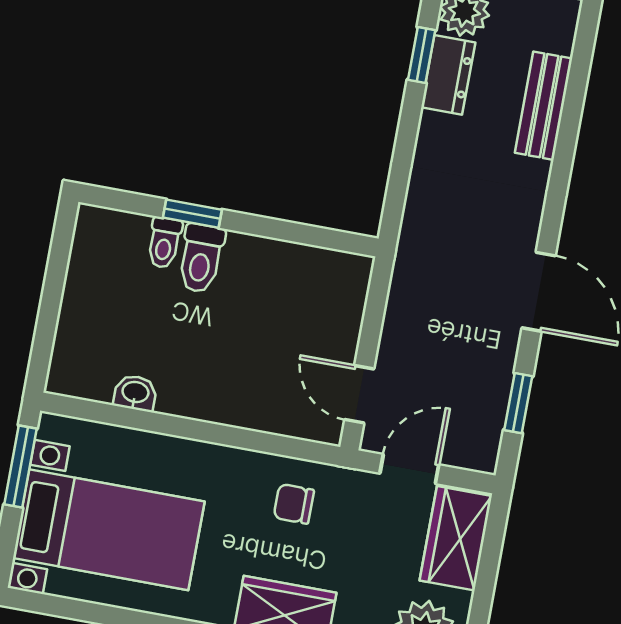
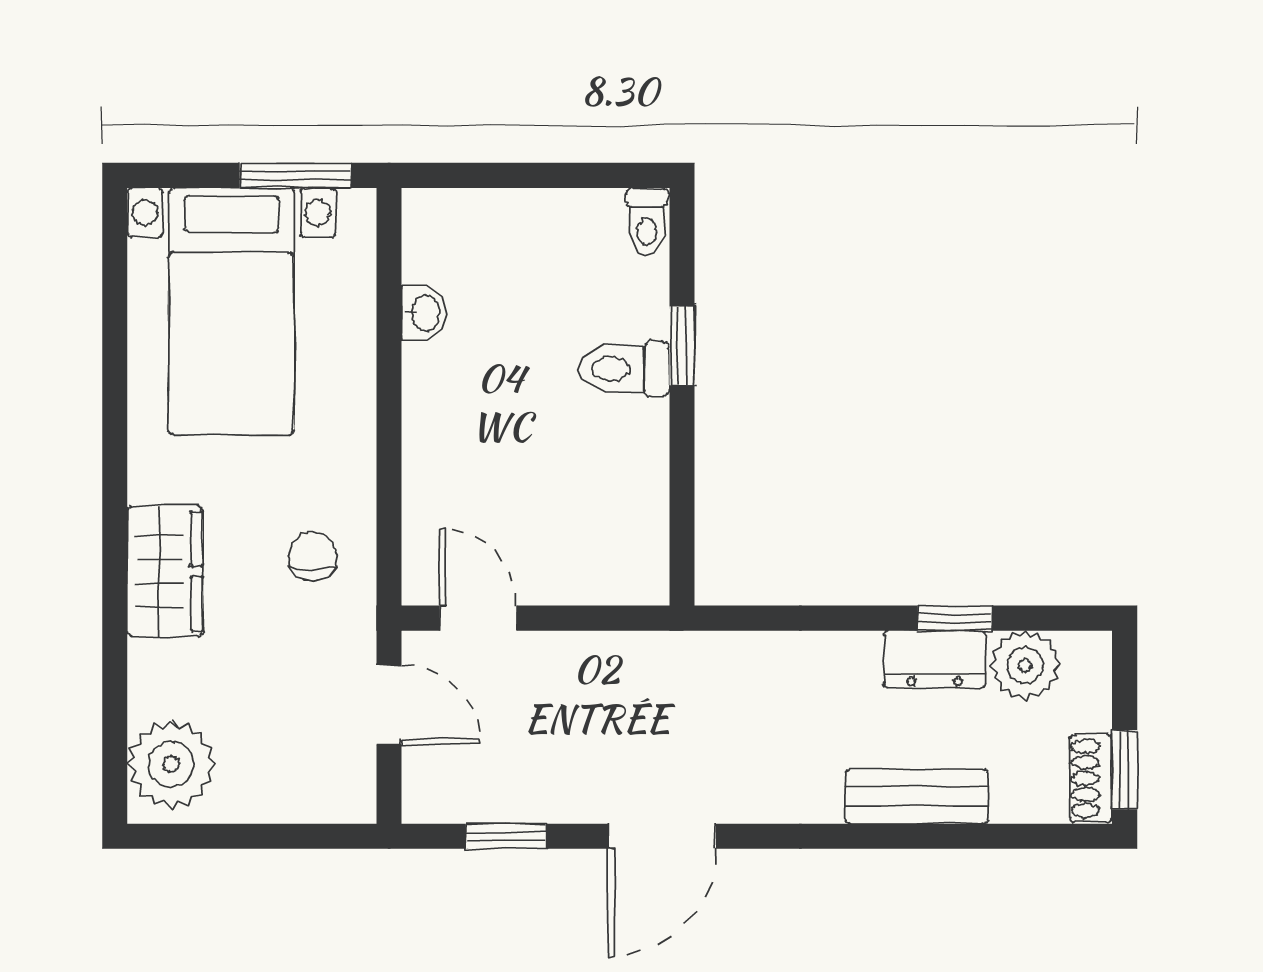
toilet: (164, 243) -> (647, 222), moved, turned -90
door: (359, 394) -> (478, 618), hinge flipped
wardrobe: (456, 538) -> (306, 785), removed

